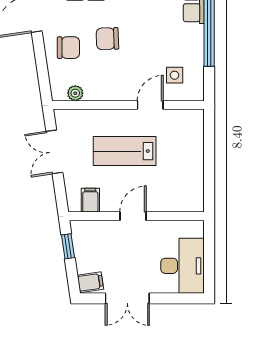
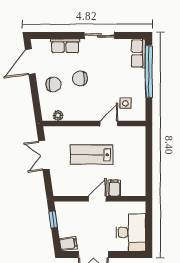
filing cabinet: (90, 200) -> (114, 188), moved

